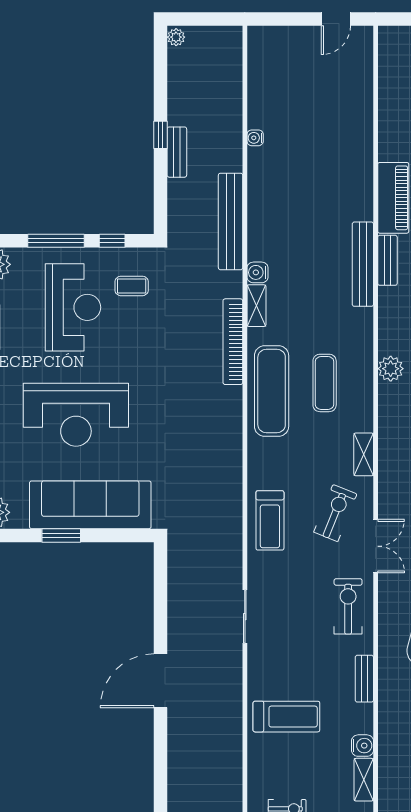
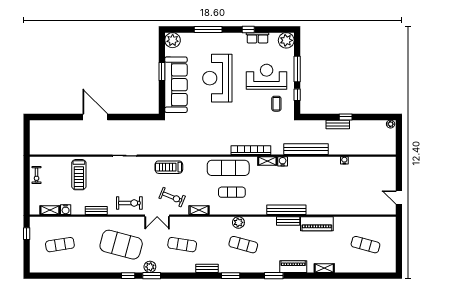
reception desk: (73, 307) -> (267, 77), turned 180

